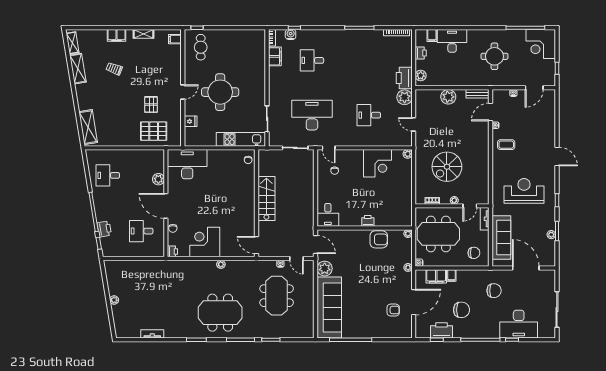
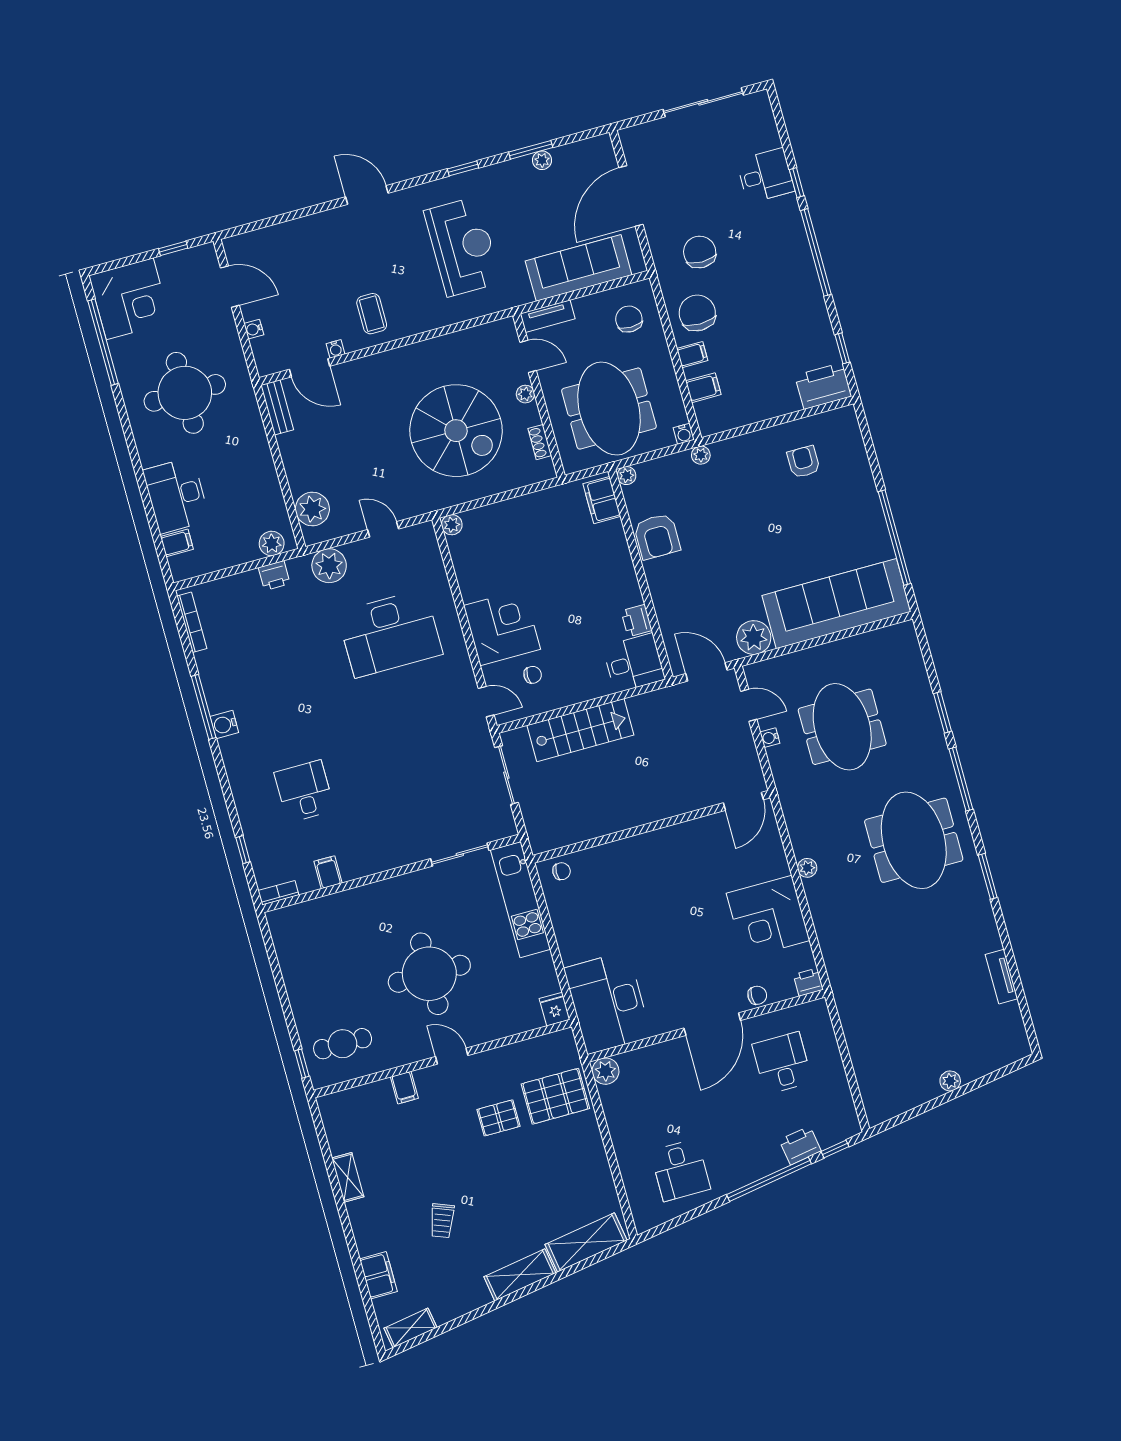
water cooler: (291, 34) -> (224, 725), moved
filing cabinet: (117, 35) -> (378, 1275), moved
filing cabinet: (175, 39) -> (404, 1088), moved
printer: (421, 53) -> (222, 557), removed
filing cabinet: (275, 56) -> (328, 872), width x0.50
round table: (494, 56) -> (185, 393), width x1.36, depth x1.36
desk: (312, 60) -> (304, 791), turned 180
shelving: (78, 69) -> (520, 1275), moved
printer: (404, 78) -> (274, 576), width x0.53, depth x0.68
plant: (448, 97) -> (312, 509), moved
desk: (312, 115) -> (424, 758), removed
desk: (369, 115) -> (390, 633), width x1.87, depth x1.30
fridge: (191, 121) -> (555, 1009), moved
door: (414, 124) -> (383, 529), swing flipped
pallet: (154, 131) -> (555, 1096), turned 90
door: (329, 148) -> (486, 702), hinge flipped
door: (557, 156) -> (367, 195), hinge flipped
corner desk: (378, 163) -> (502, 627), moved
spiral stairs: (447, 167) -> (456, 431), width x1.37, depth x1.37
plant: (158, 179) -> (605, 1071), moved
reception desk: (524, 191) -> (463, 247), turned 180
stairs: (266, 199) -> (580, 730), moved, turned 180
filing cabinet: (400, 220) -> (602, 500), added
printer: (368, 221) -> (636, 621), moved
desk: (141, 231) -> (782, 1063), turned 180
armchair: (379, 239) -> (657, 536), turned 180
door: (316, 245) -> (706, 672), hinge flipped
door: (297, 259) -> (749, 705), hinge flipped
filing cabinet: (436, 276) -> (703, 388), width x0.50
meeting table: (277, 296) -> (842, 727), turned 90
door: (414, 302) -> (774, 422), removed
chair: (461, 310) -> (697, 313), moved
desk: (519, 324) -> (765, 176), width x0.53, depth x0.77
printer: (442, 330) -> (823, 386), moved, turned 90

